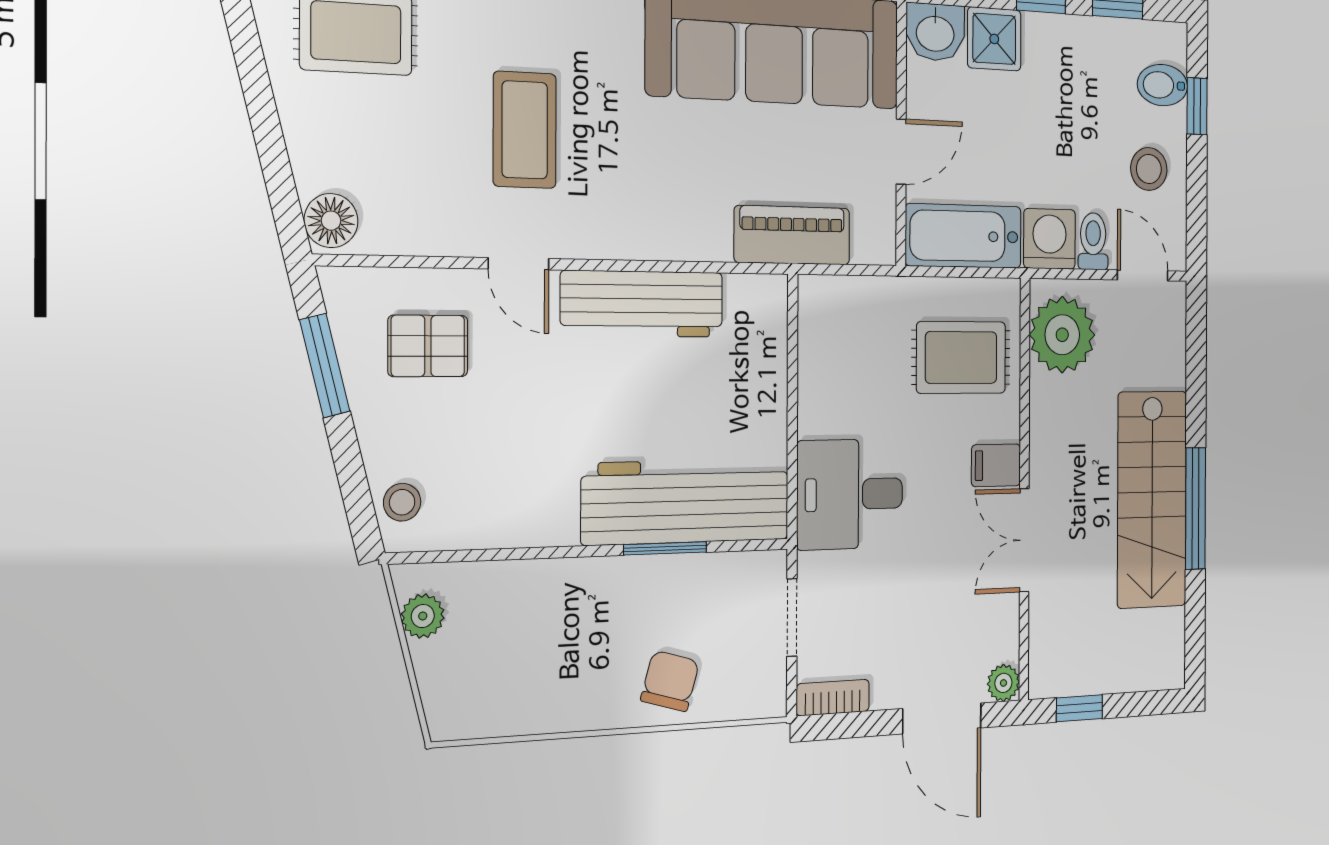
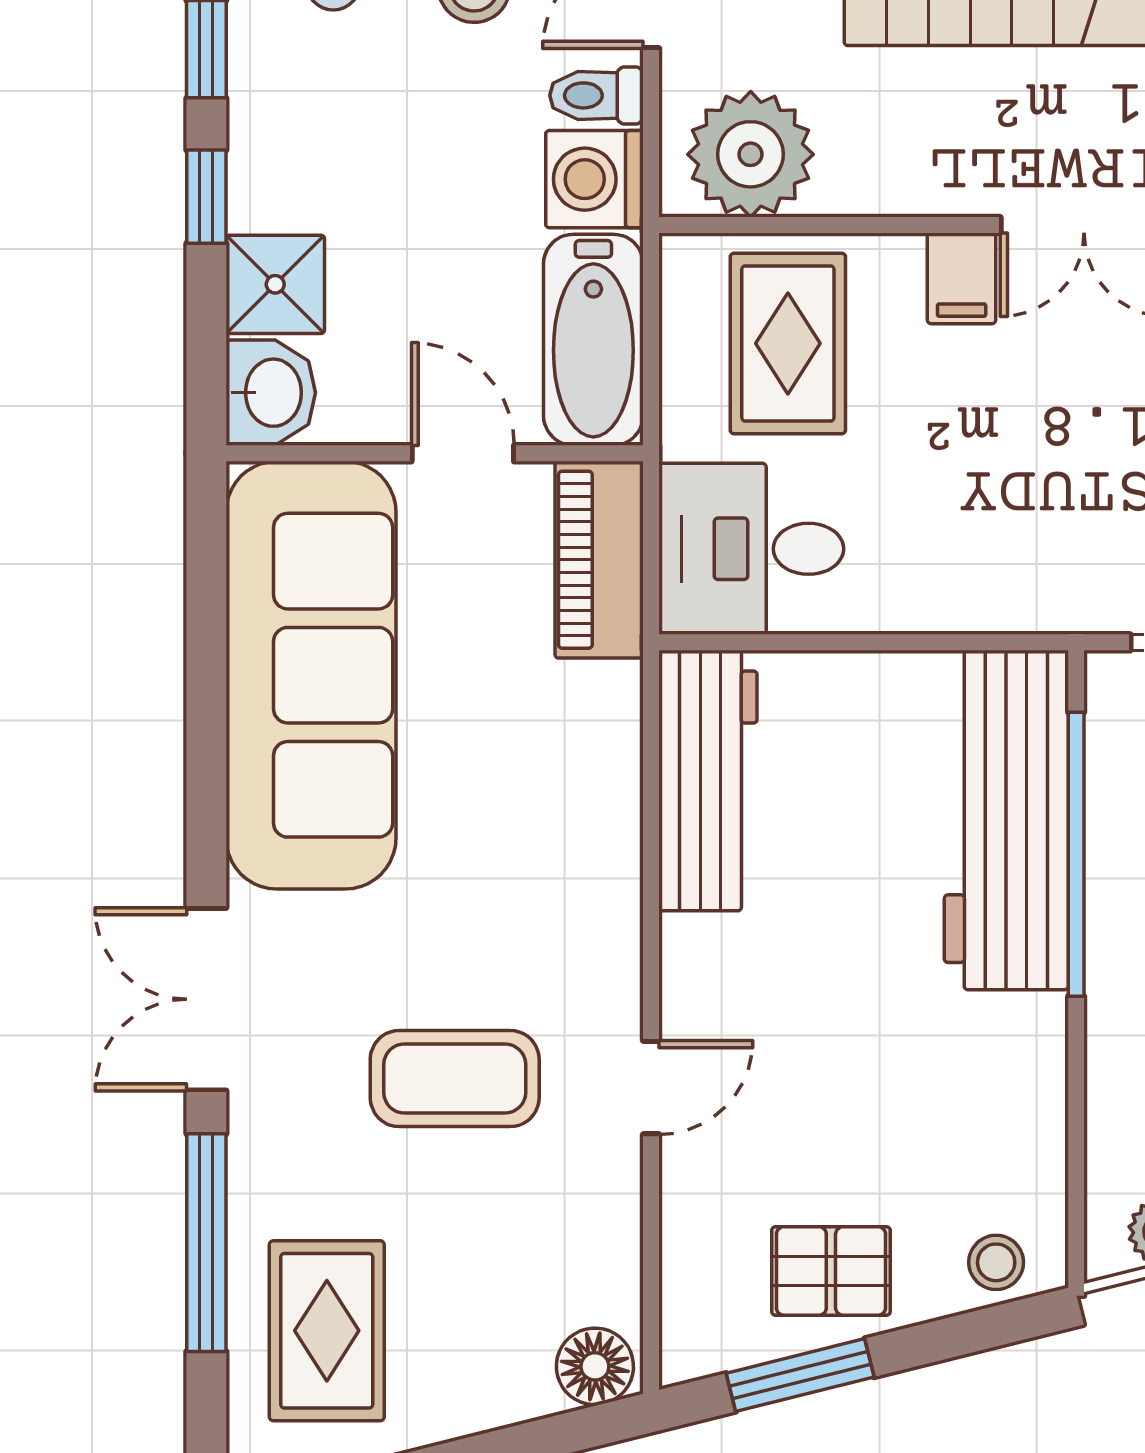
piano: (792, 235) -> (599, 560), moved
workbench: (642, 304) -> (708, 781), moved
pallet: (428, 346) -> (831, 1271), moved, turned 90
desk: (850, 494) -> (751, 549), moved, turned 90
window: (665, 548) -> (1076, 854), width x2.11

